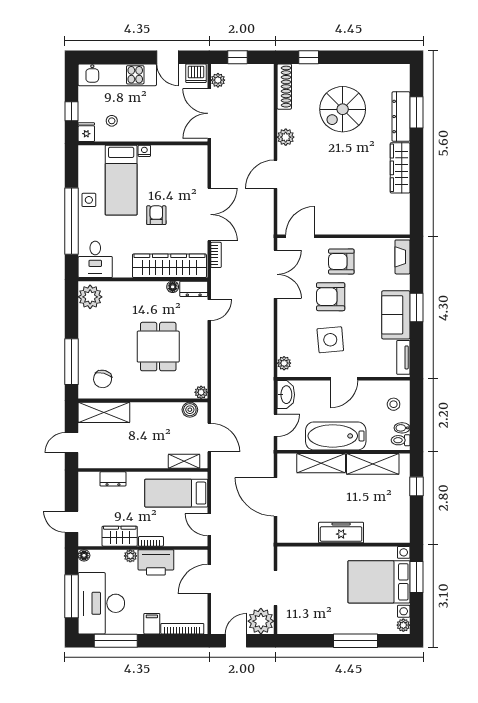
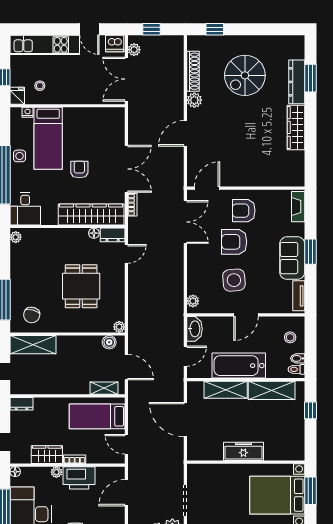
shoe rack: (284, 87) -> (193, 71), moved
nightstand: (144, 151) -> (28, 112), moved
plant: (90, 297) -> (16, 237), width x0.53, depth x0.53
dresser: (113, 479) -> (22, 404), moved

